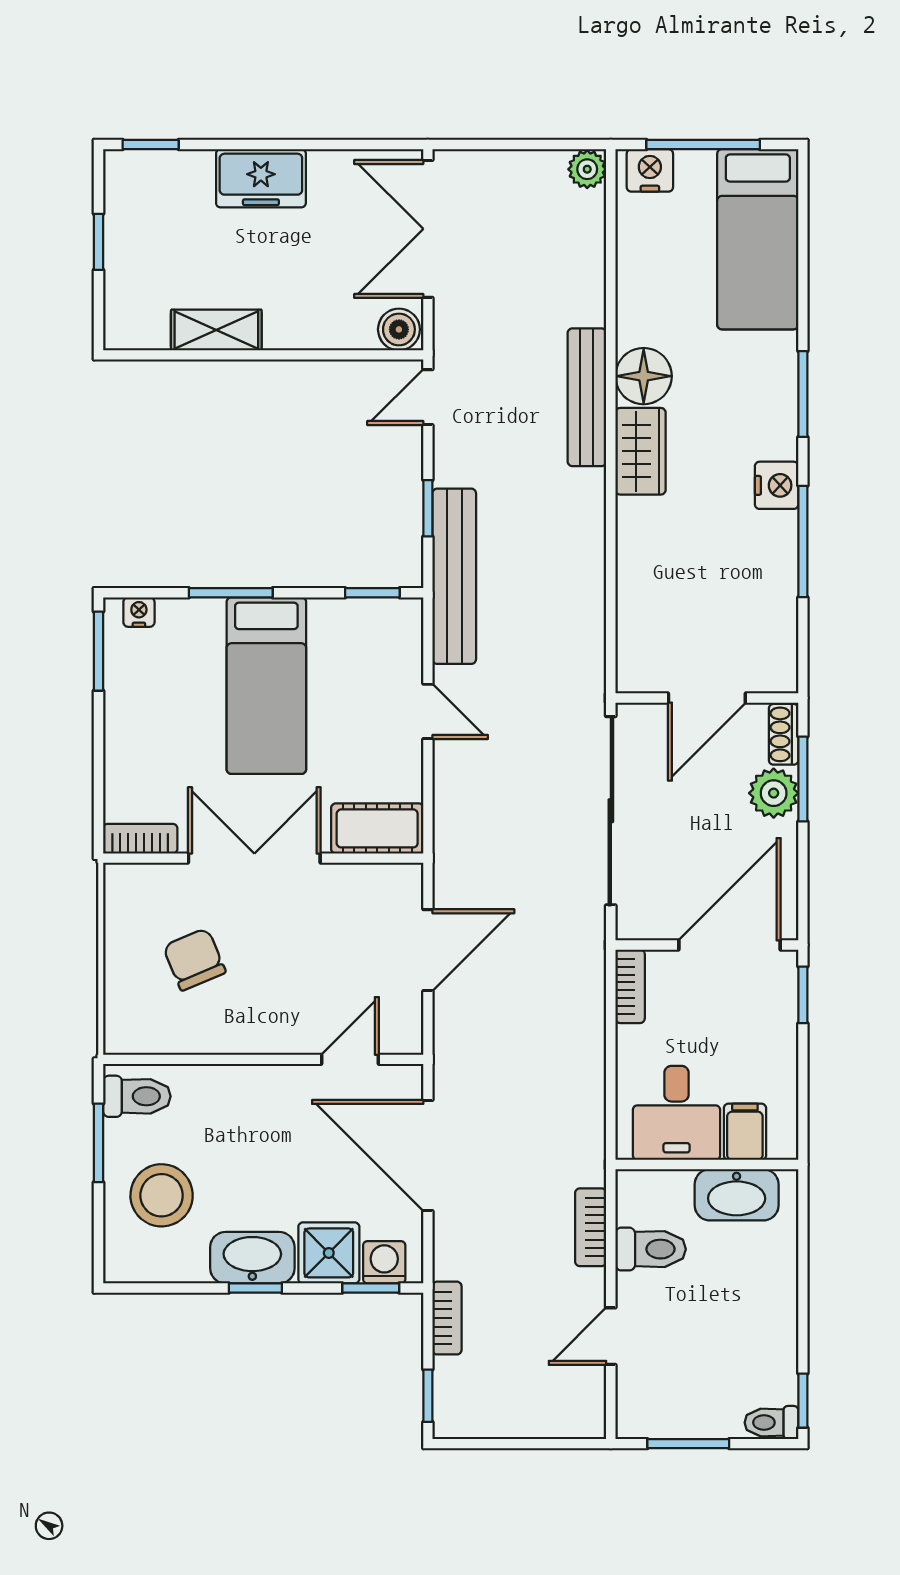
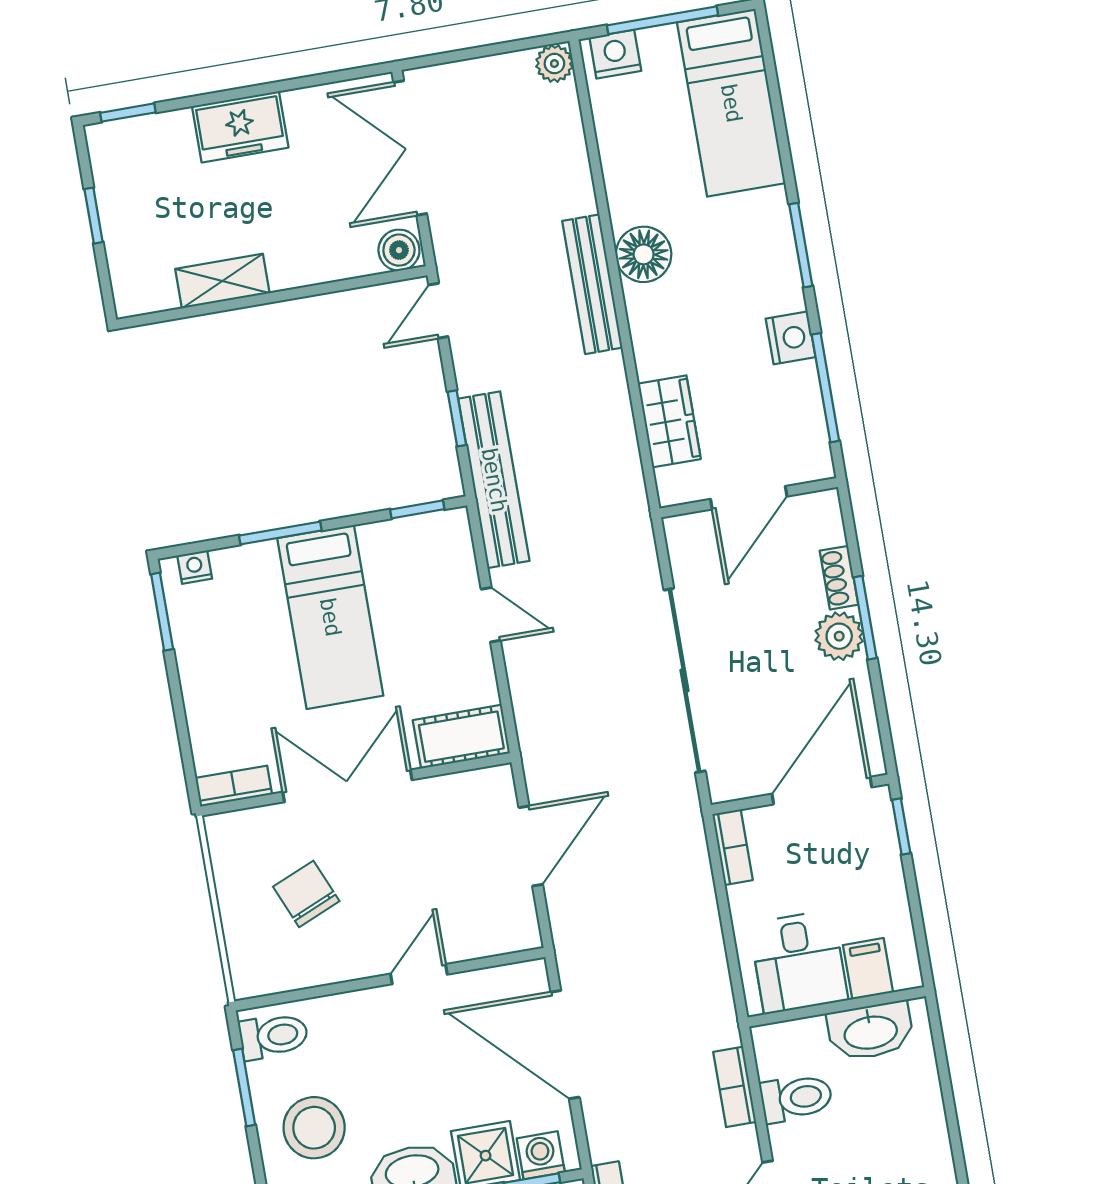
wardrobe: (640, 451) -> (669, 421), moved
door: (707, 698) -> (749, 498), moved
wall: (707, 698) -> (749, 498), moved
door: (350, 1059) -> (419, 974), moved

